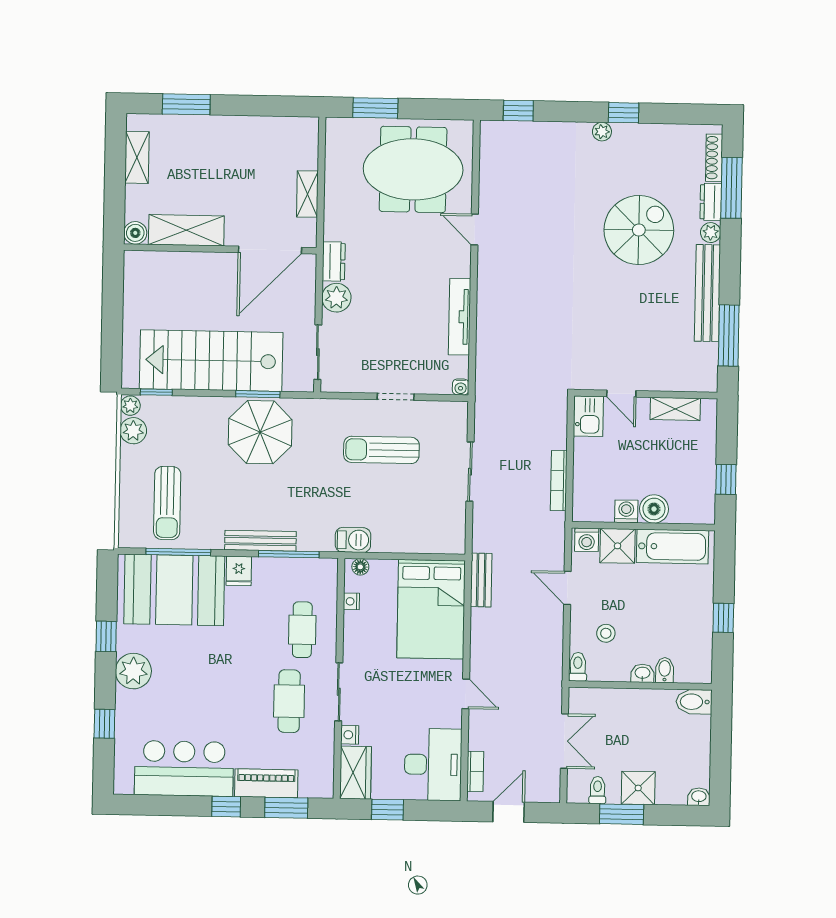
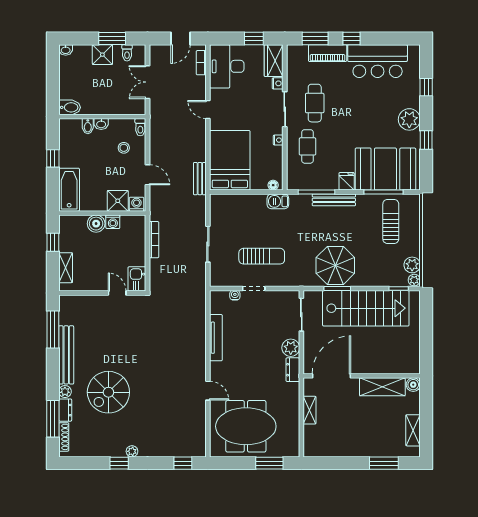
water cooler: (461, 387) -> (235, 295), moved
shelving: (675, 409) -> (66, 268), moved, turned 90
bathtub: (672, 546) -> (69, 190), moved, turned 90
nightstand: (351, 601) -> (278, 140), moved

